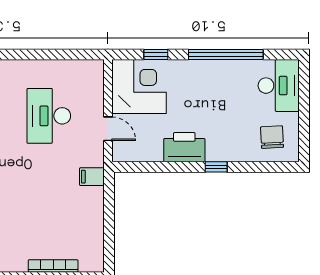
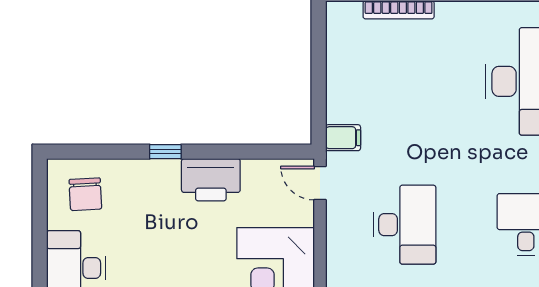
door: (108, 129) -> (320, 183), moved

